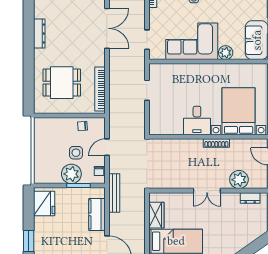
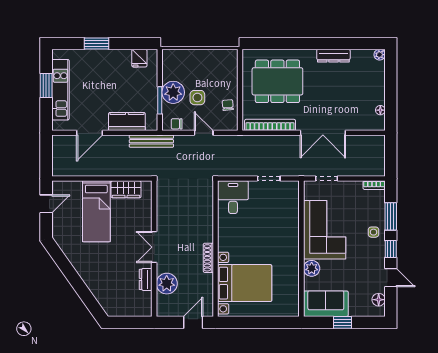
double door: (107, 28) -> (323, 133), moved
dining table: (62, 83) -> (277, 81), width x1.38
desk: (197, 120) -> (233, 197), moved, turned 90
dresser: (250, 198) -> (146, 279), moved
fridge: (44, 204) -> (139, 58), width x0.53, depth x0.75

